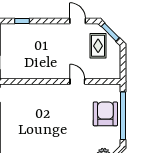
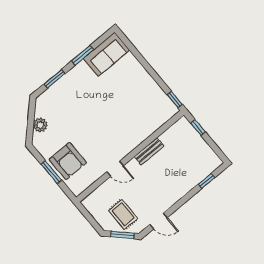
bench: (44, 74) -> (149, 151), added
window: (123, 116) -> (51, 172), width x0.47

